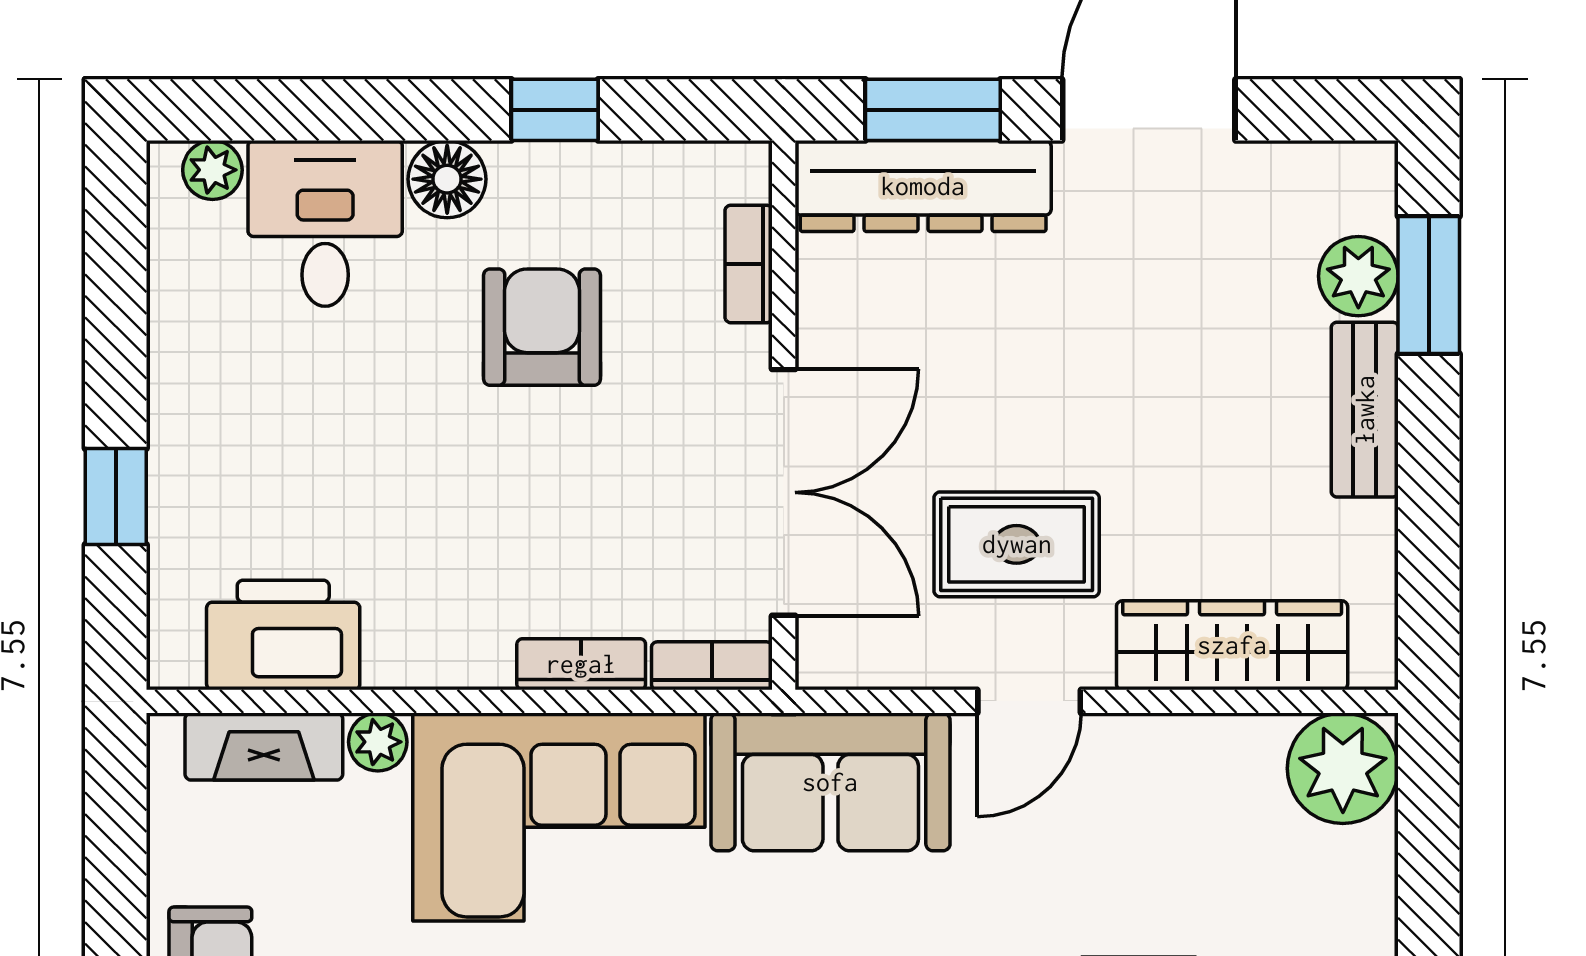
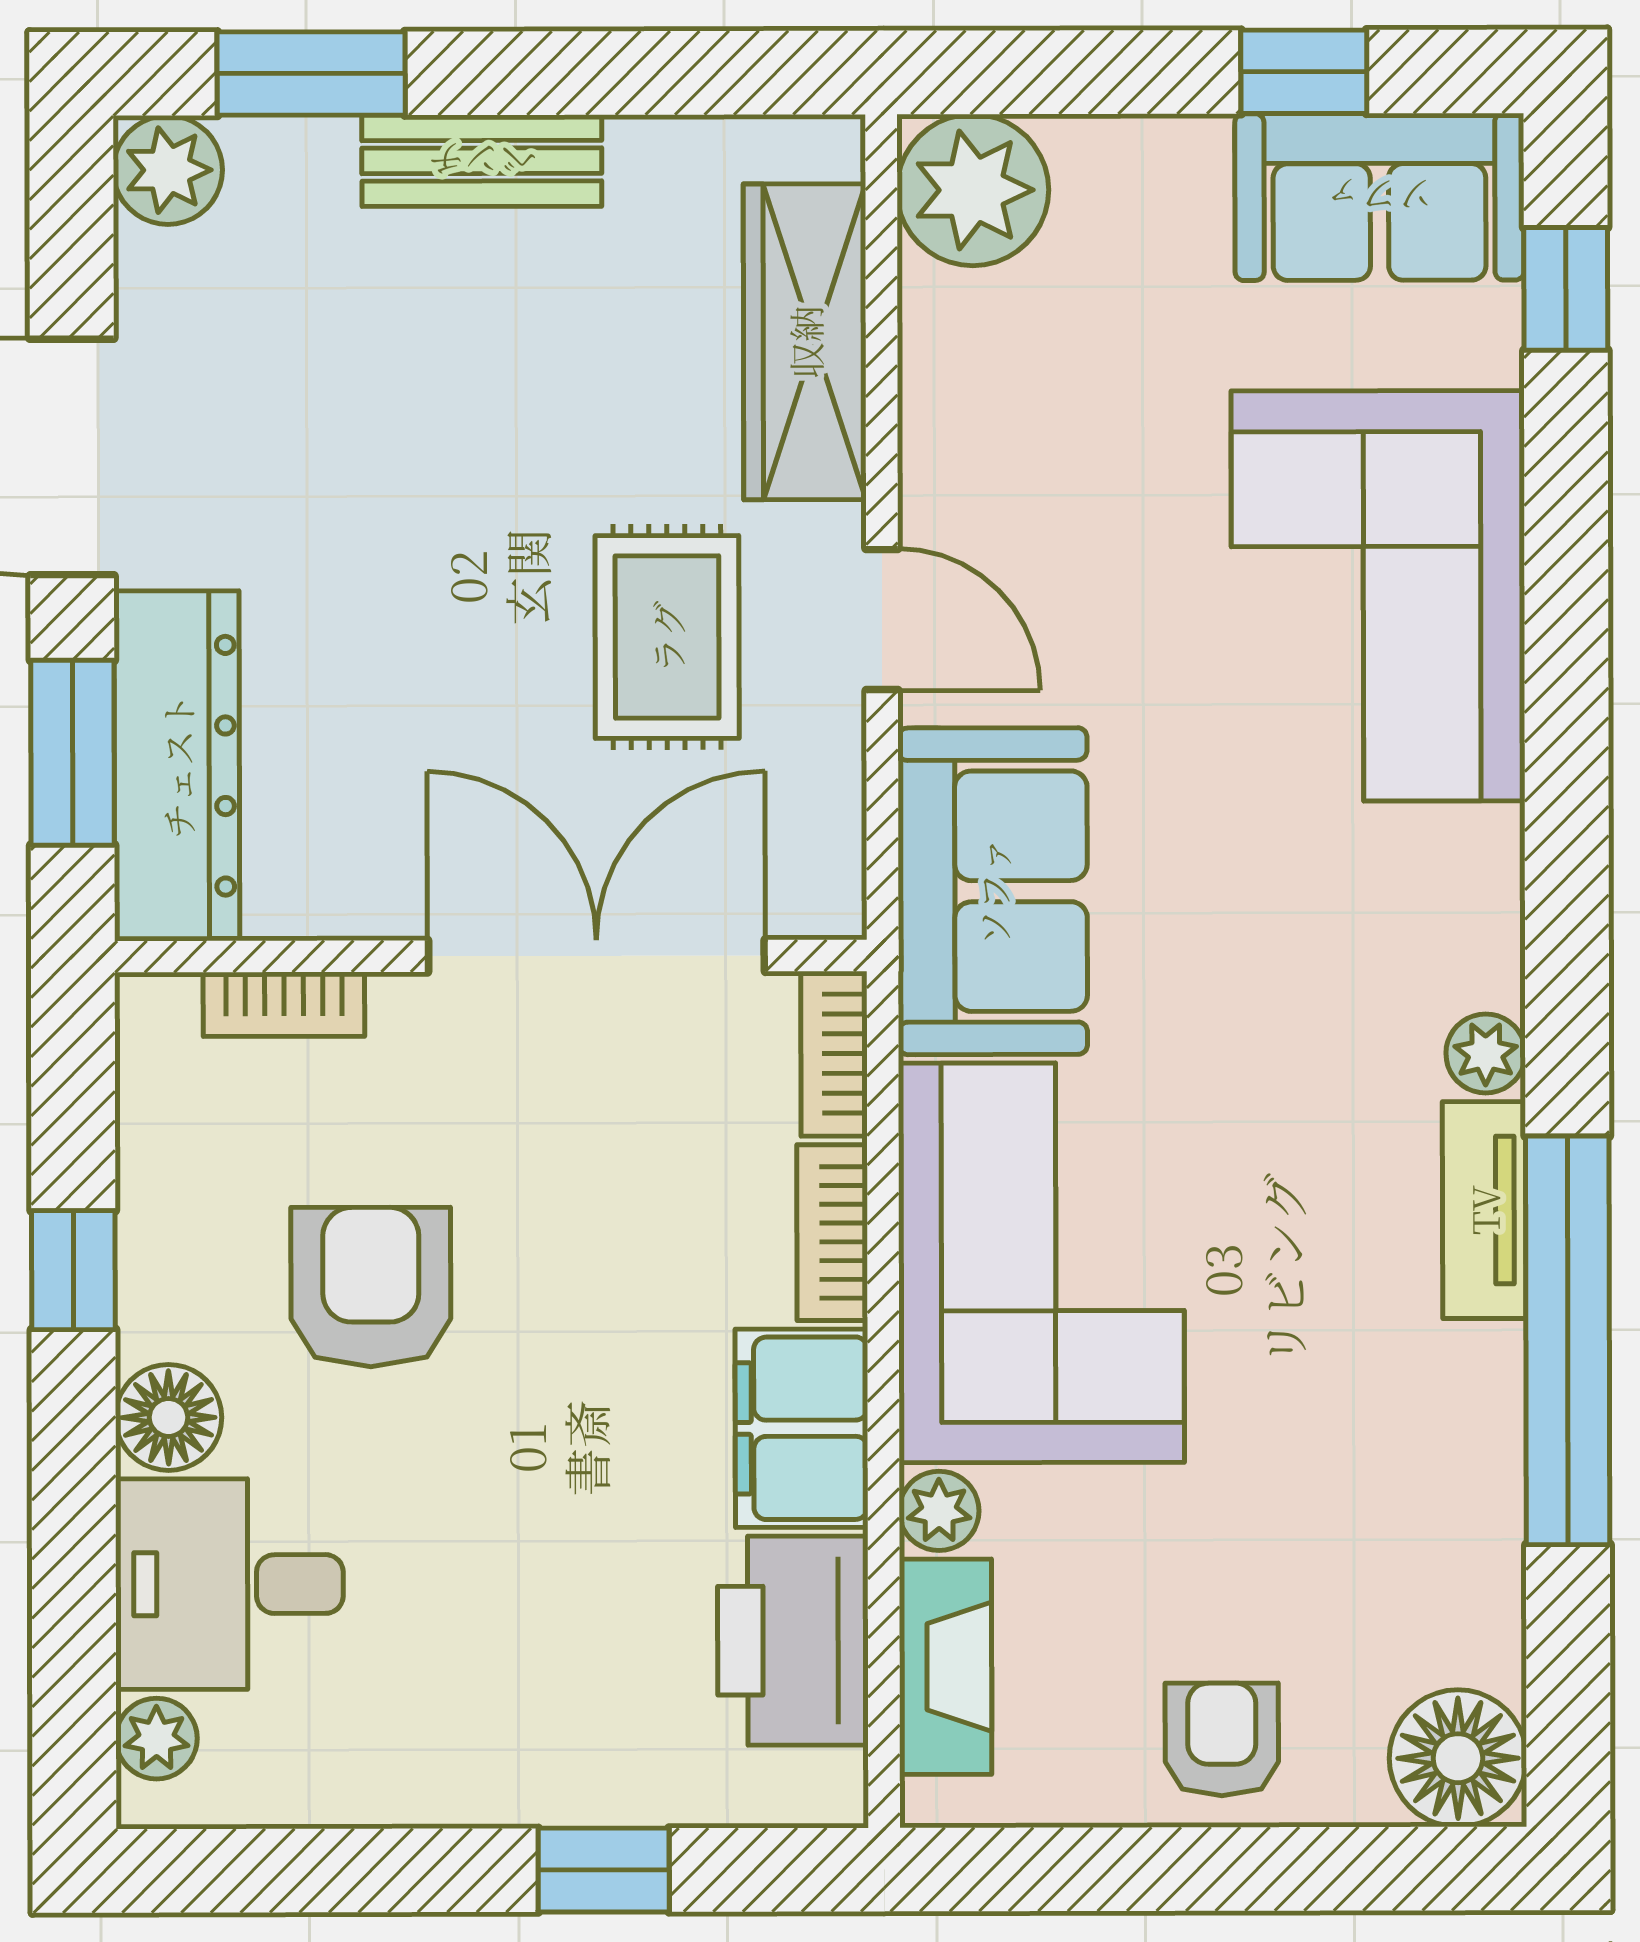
plant: (1358, 276) -> (168, 170), moved
armchair: (542, 327) -> (371, 1287), turned 90
filing cabinet: (438, 642) -> (802, 1428), added

